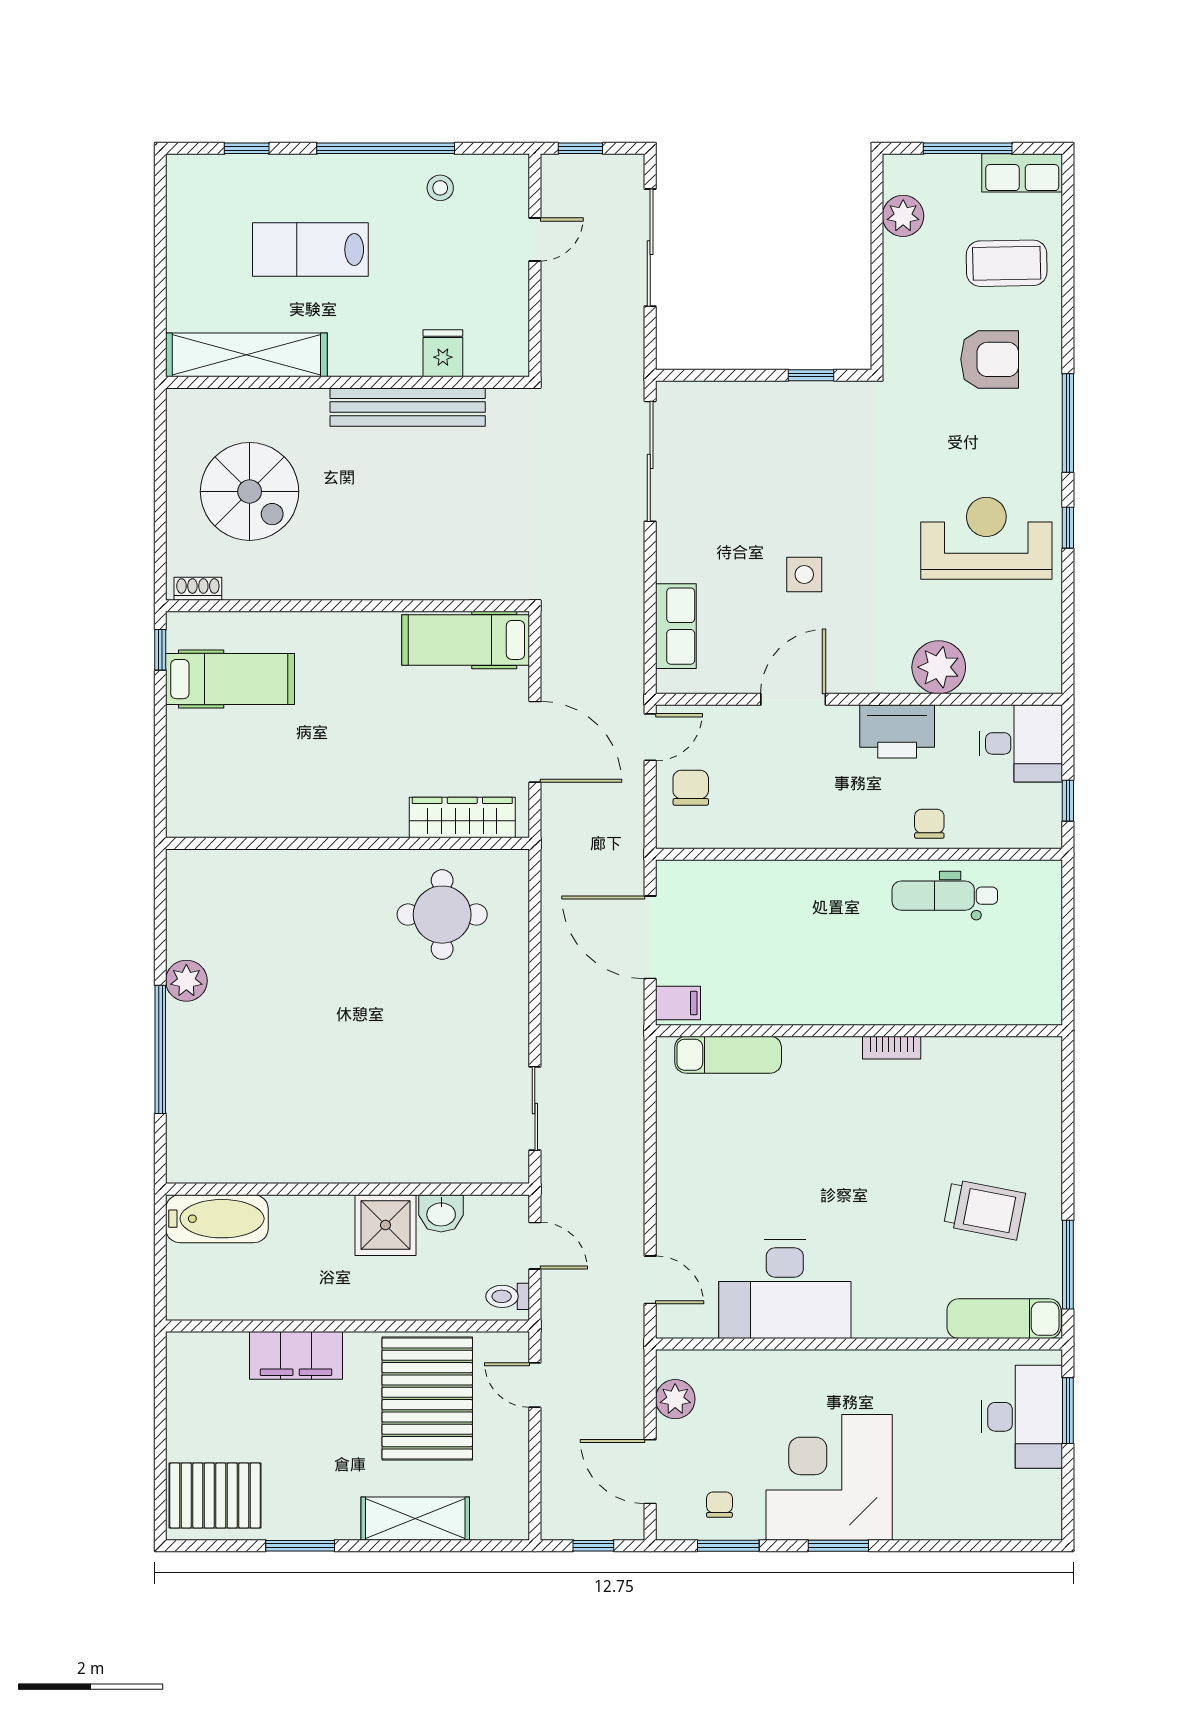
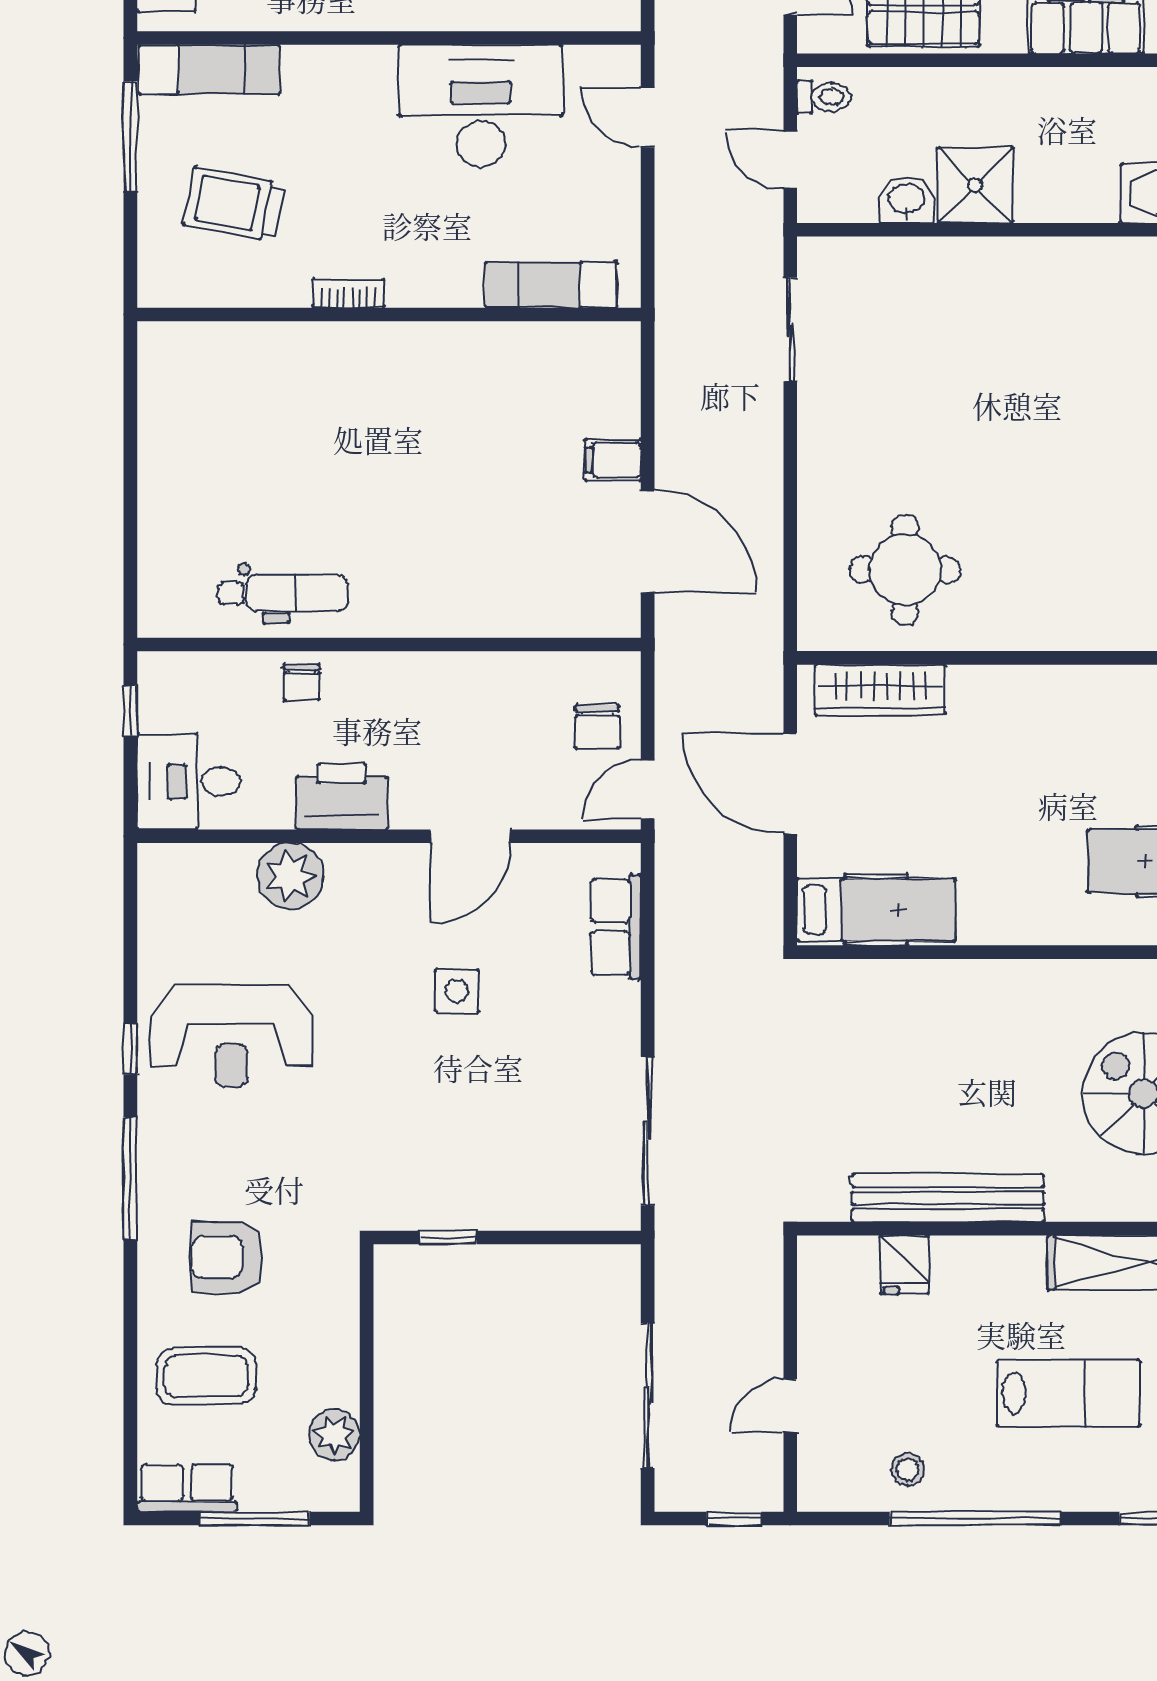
wall: (859, 1031) -> (389, 314), moved
bookcase: (892, 1048) -> (348, 293), moved
exam couch: (728, 1055) -> (551, 285), moved

